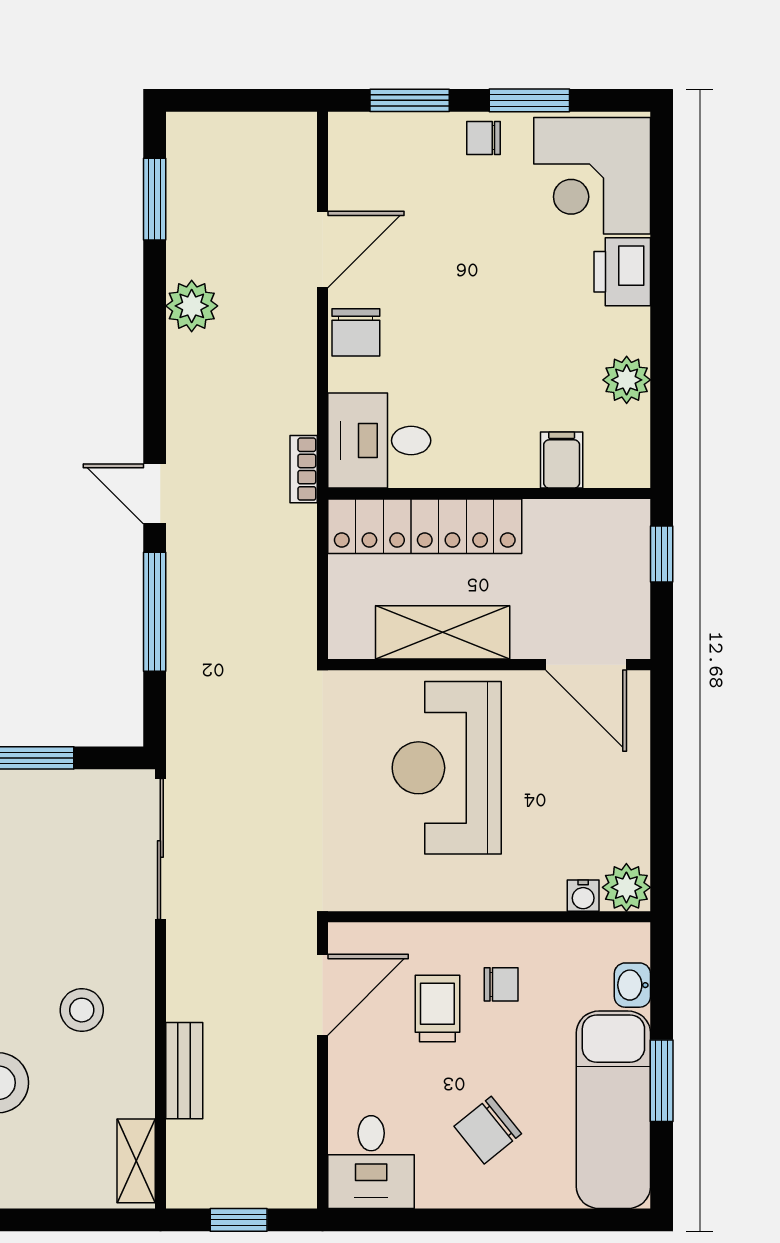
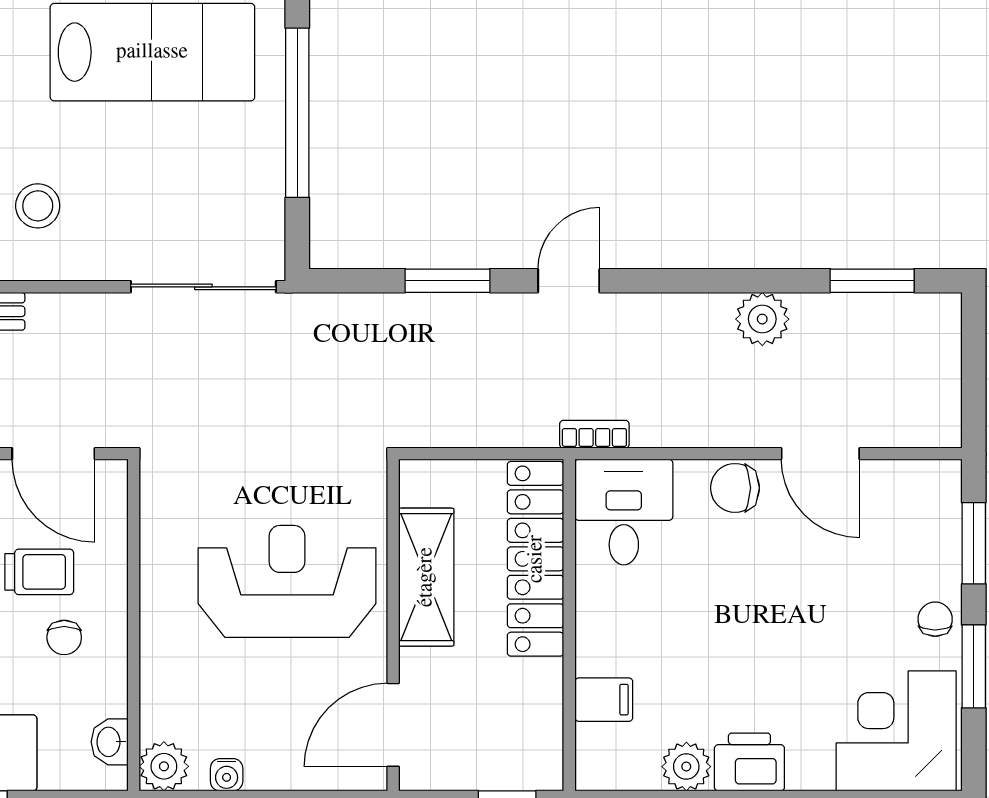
printer: (622, 272) -> (749, 762), moved
window: (155, 612) -> (448, 281), width x0.69
water cooler: (583, 896) -> (227, 775), moved, turned -90
washbasin: (632, 985) -> (110, 742), moved, turned -90

